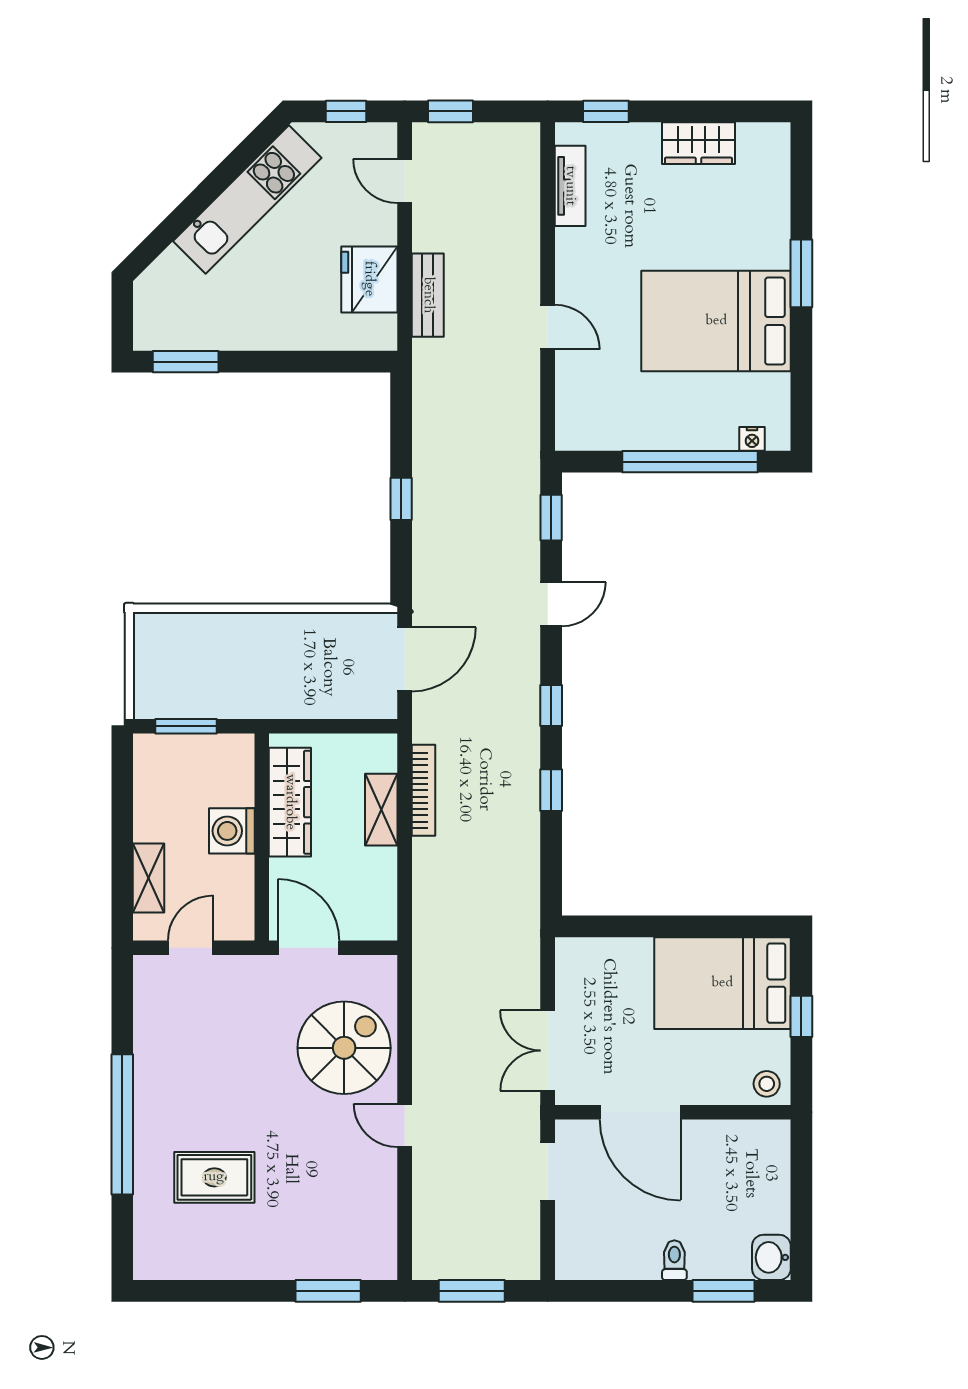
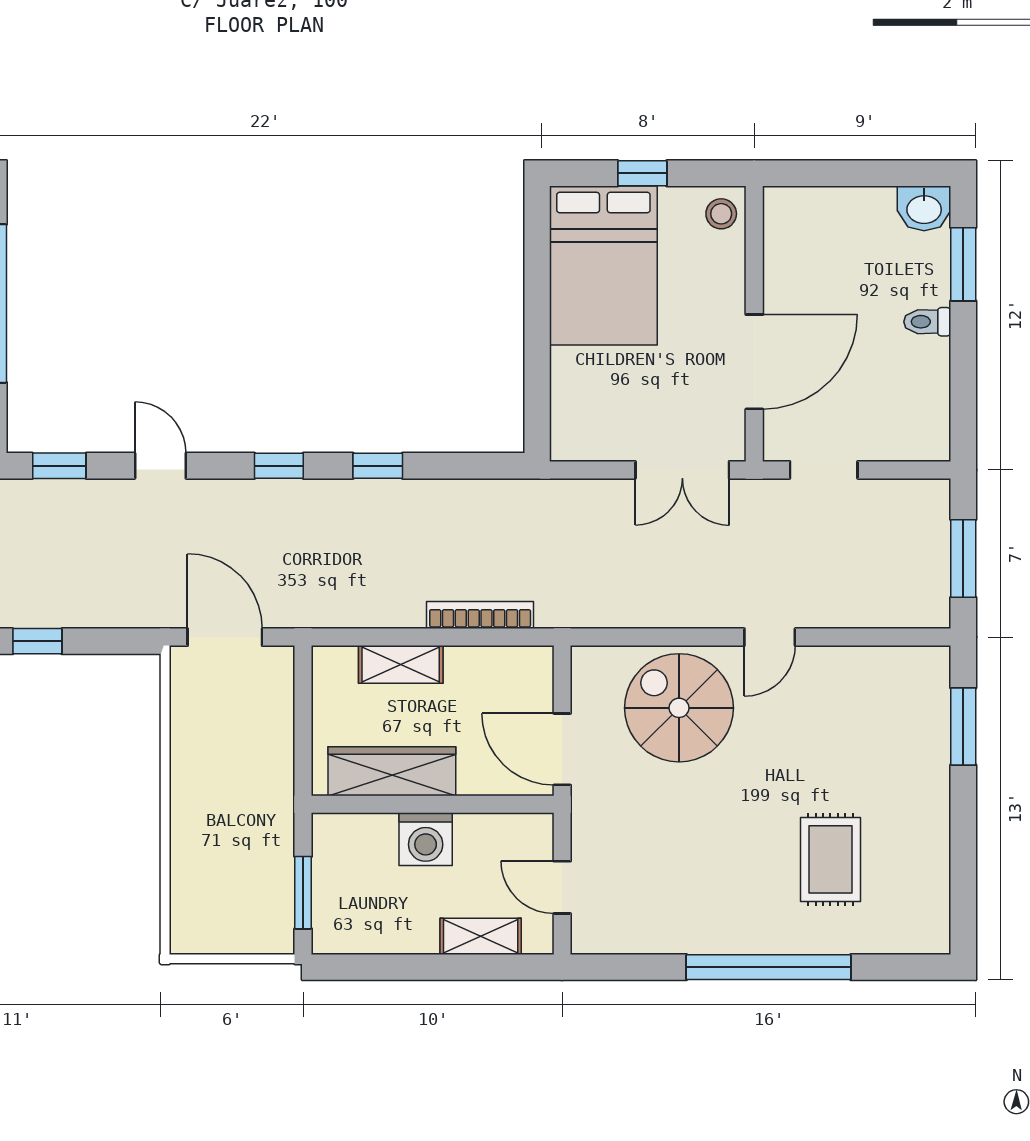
bookcase: (423, 790) -> (480, 615), moved
door: (309, 948) -> (562, 749), hinge flipped

